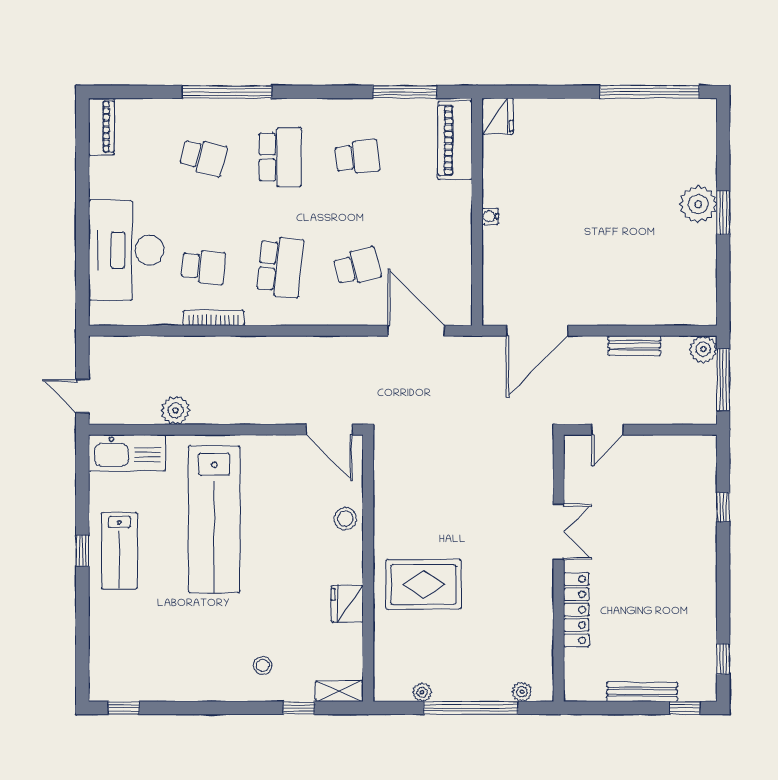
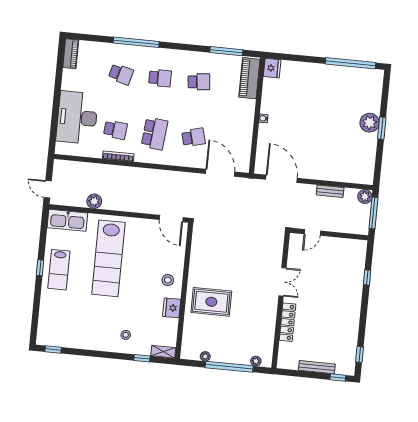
school desk: (280, 157) -> (160, 78), width x0.54
door: (537, 331) -> (282, 179), swing flipped
stool: (345, 519) -> (168, 280), moved

